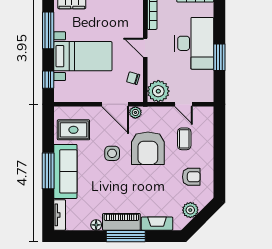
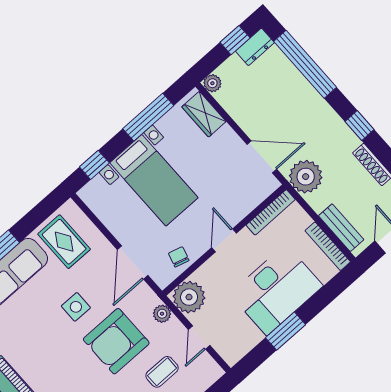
plant: (135, 112) -> (162, 314), moved

